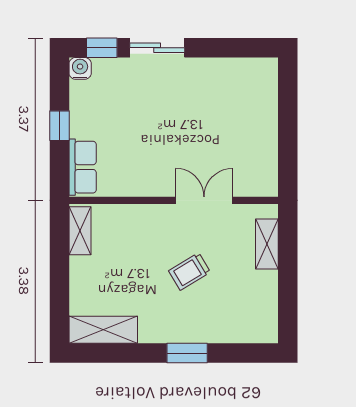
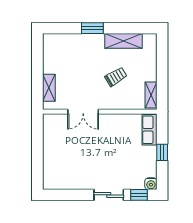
trolley: (190, 271) -> (116, 77), moved
shelving: (103, 330) -> (123, 41), moved

